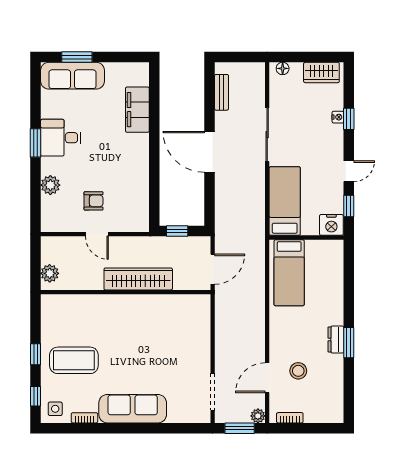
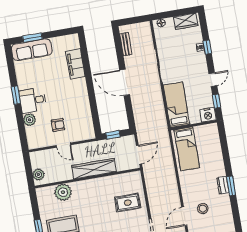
desk: (61, 138) -> (33, 100), moved
plant: (83, 308) -> (63, 192), added
rug: (182, 341) -> (128, 203), added

